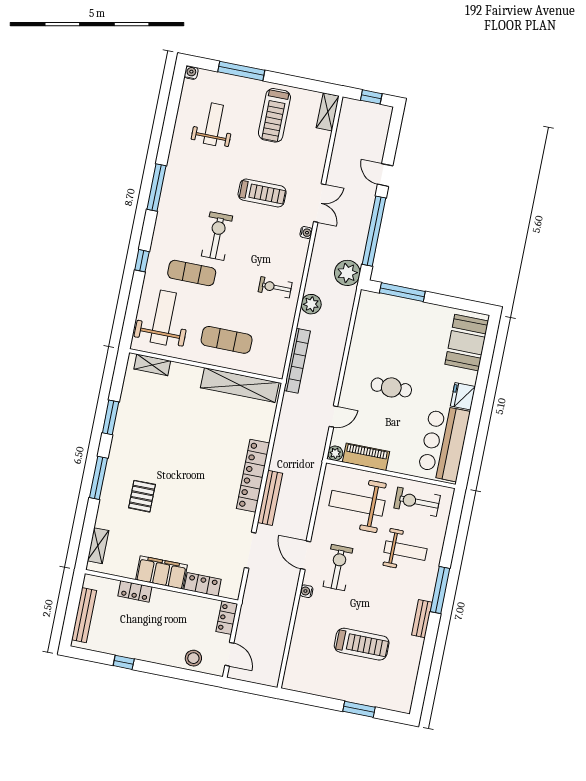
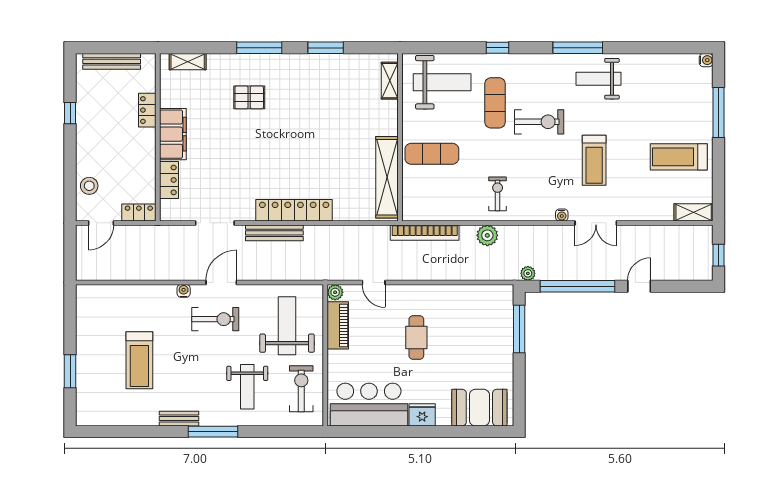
weight bench: (213, 124) -> (599, 79), moved, turned 180
plant: (347, 273) -> (528, 273), width x0.53, depth x0.53
exercise mat: (227, 340) -> (432, 154), turned 90

